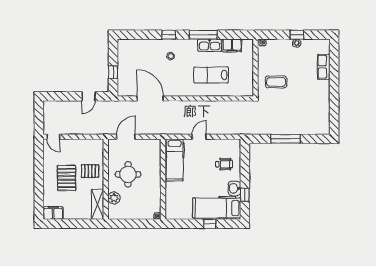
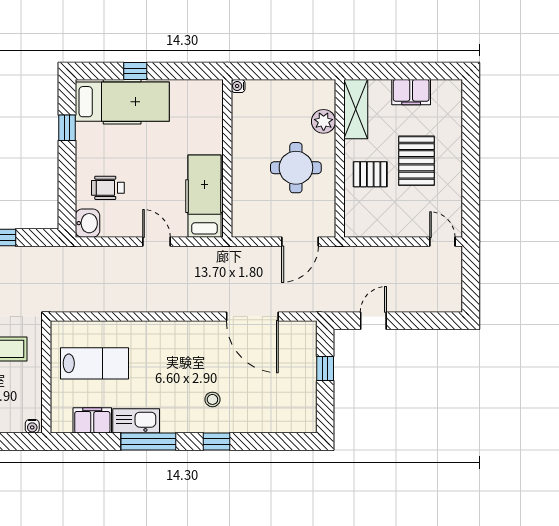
lab bench: (211, 75) -> (94, 363), moved
door: (199, 137) -> (157, 242), swing flipped
washbasin: (234, 188) -> (87, 223), moved
filing cabinet: (53, 213) -> (411, 92), moved

